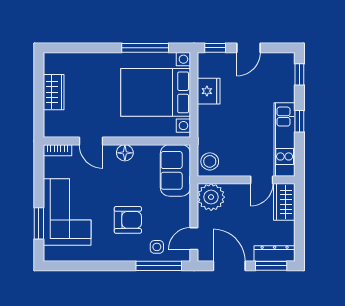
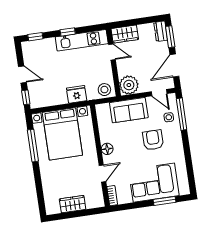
fridge: (209, 91) -> (77, 94), moved
sofa: (175, 170) -> (129, 110), moved
dresser: (275, 254) -> (161, 31), width x0.70

